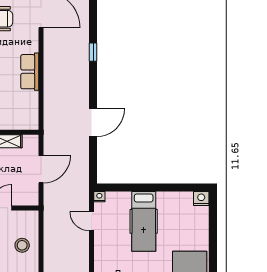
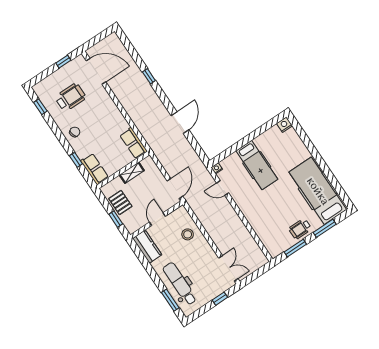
row of seats: (30, 72) -> (133, 143), moved
door: (41, 169) -> (175, 189), moved

